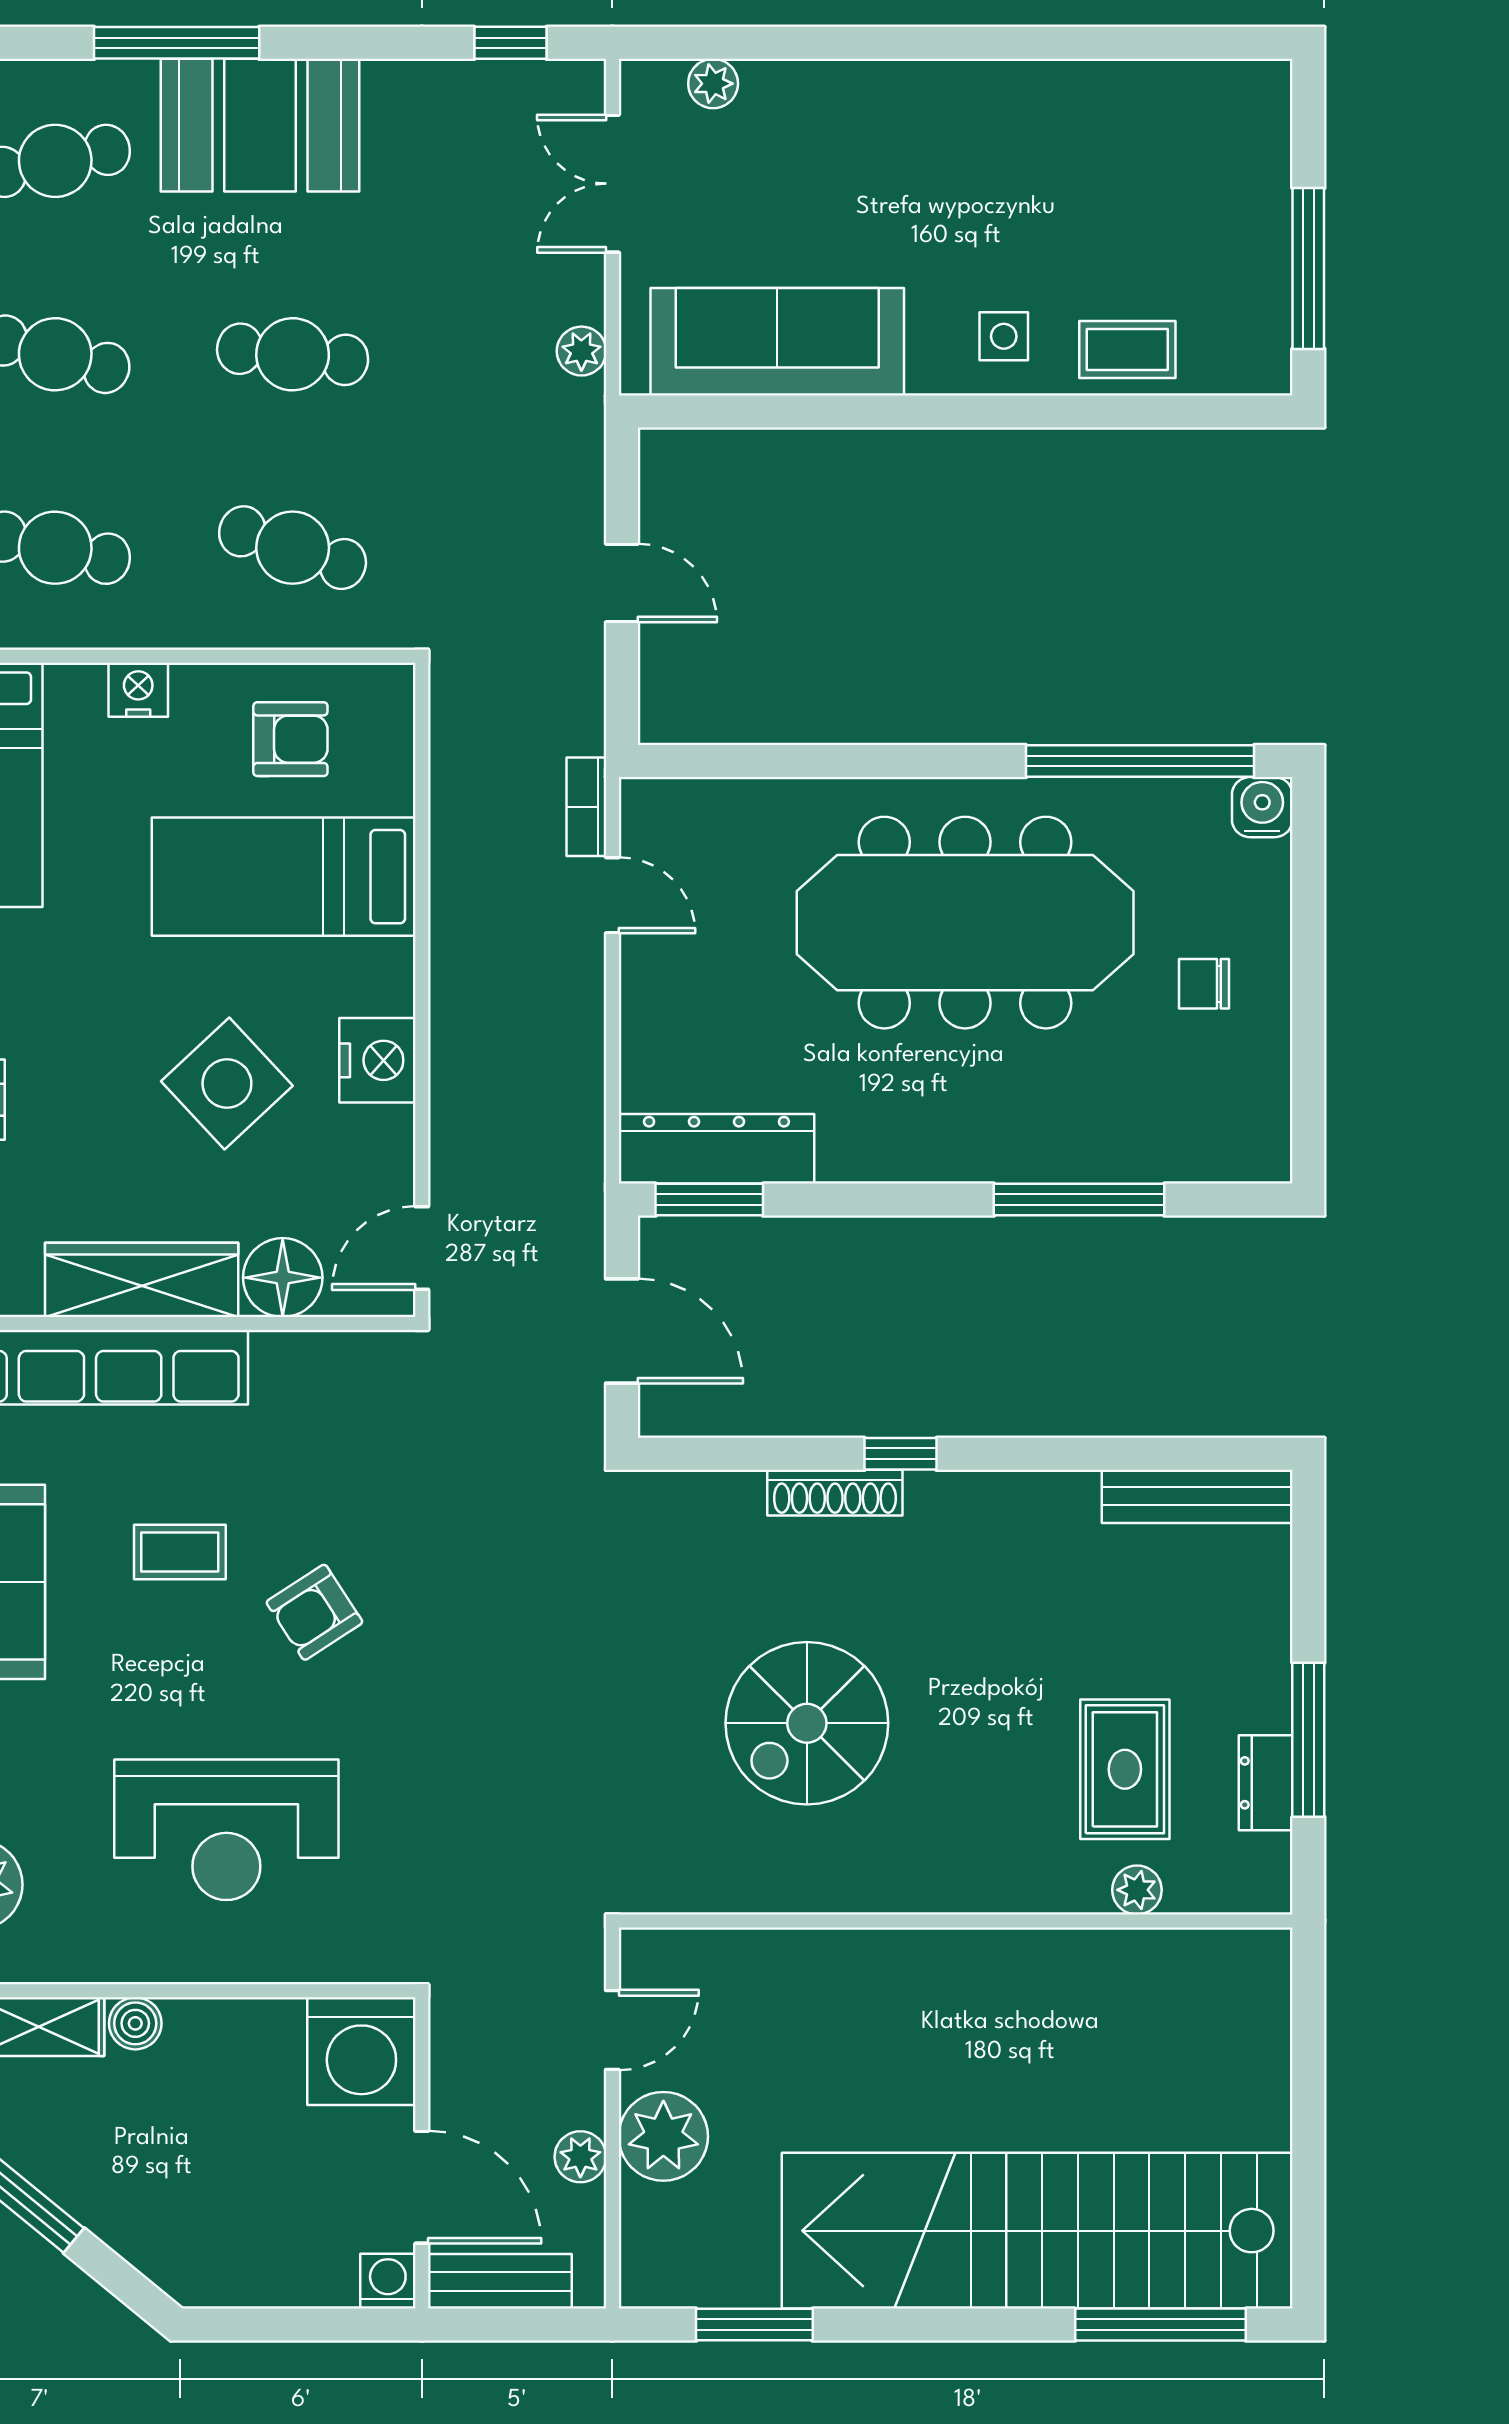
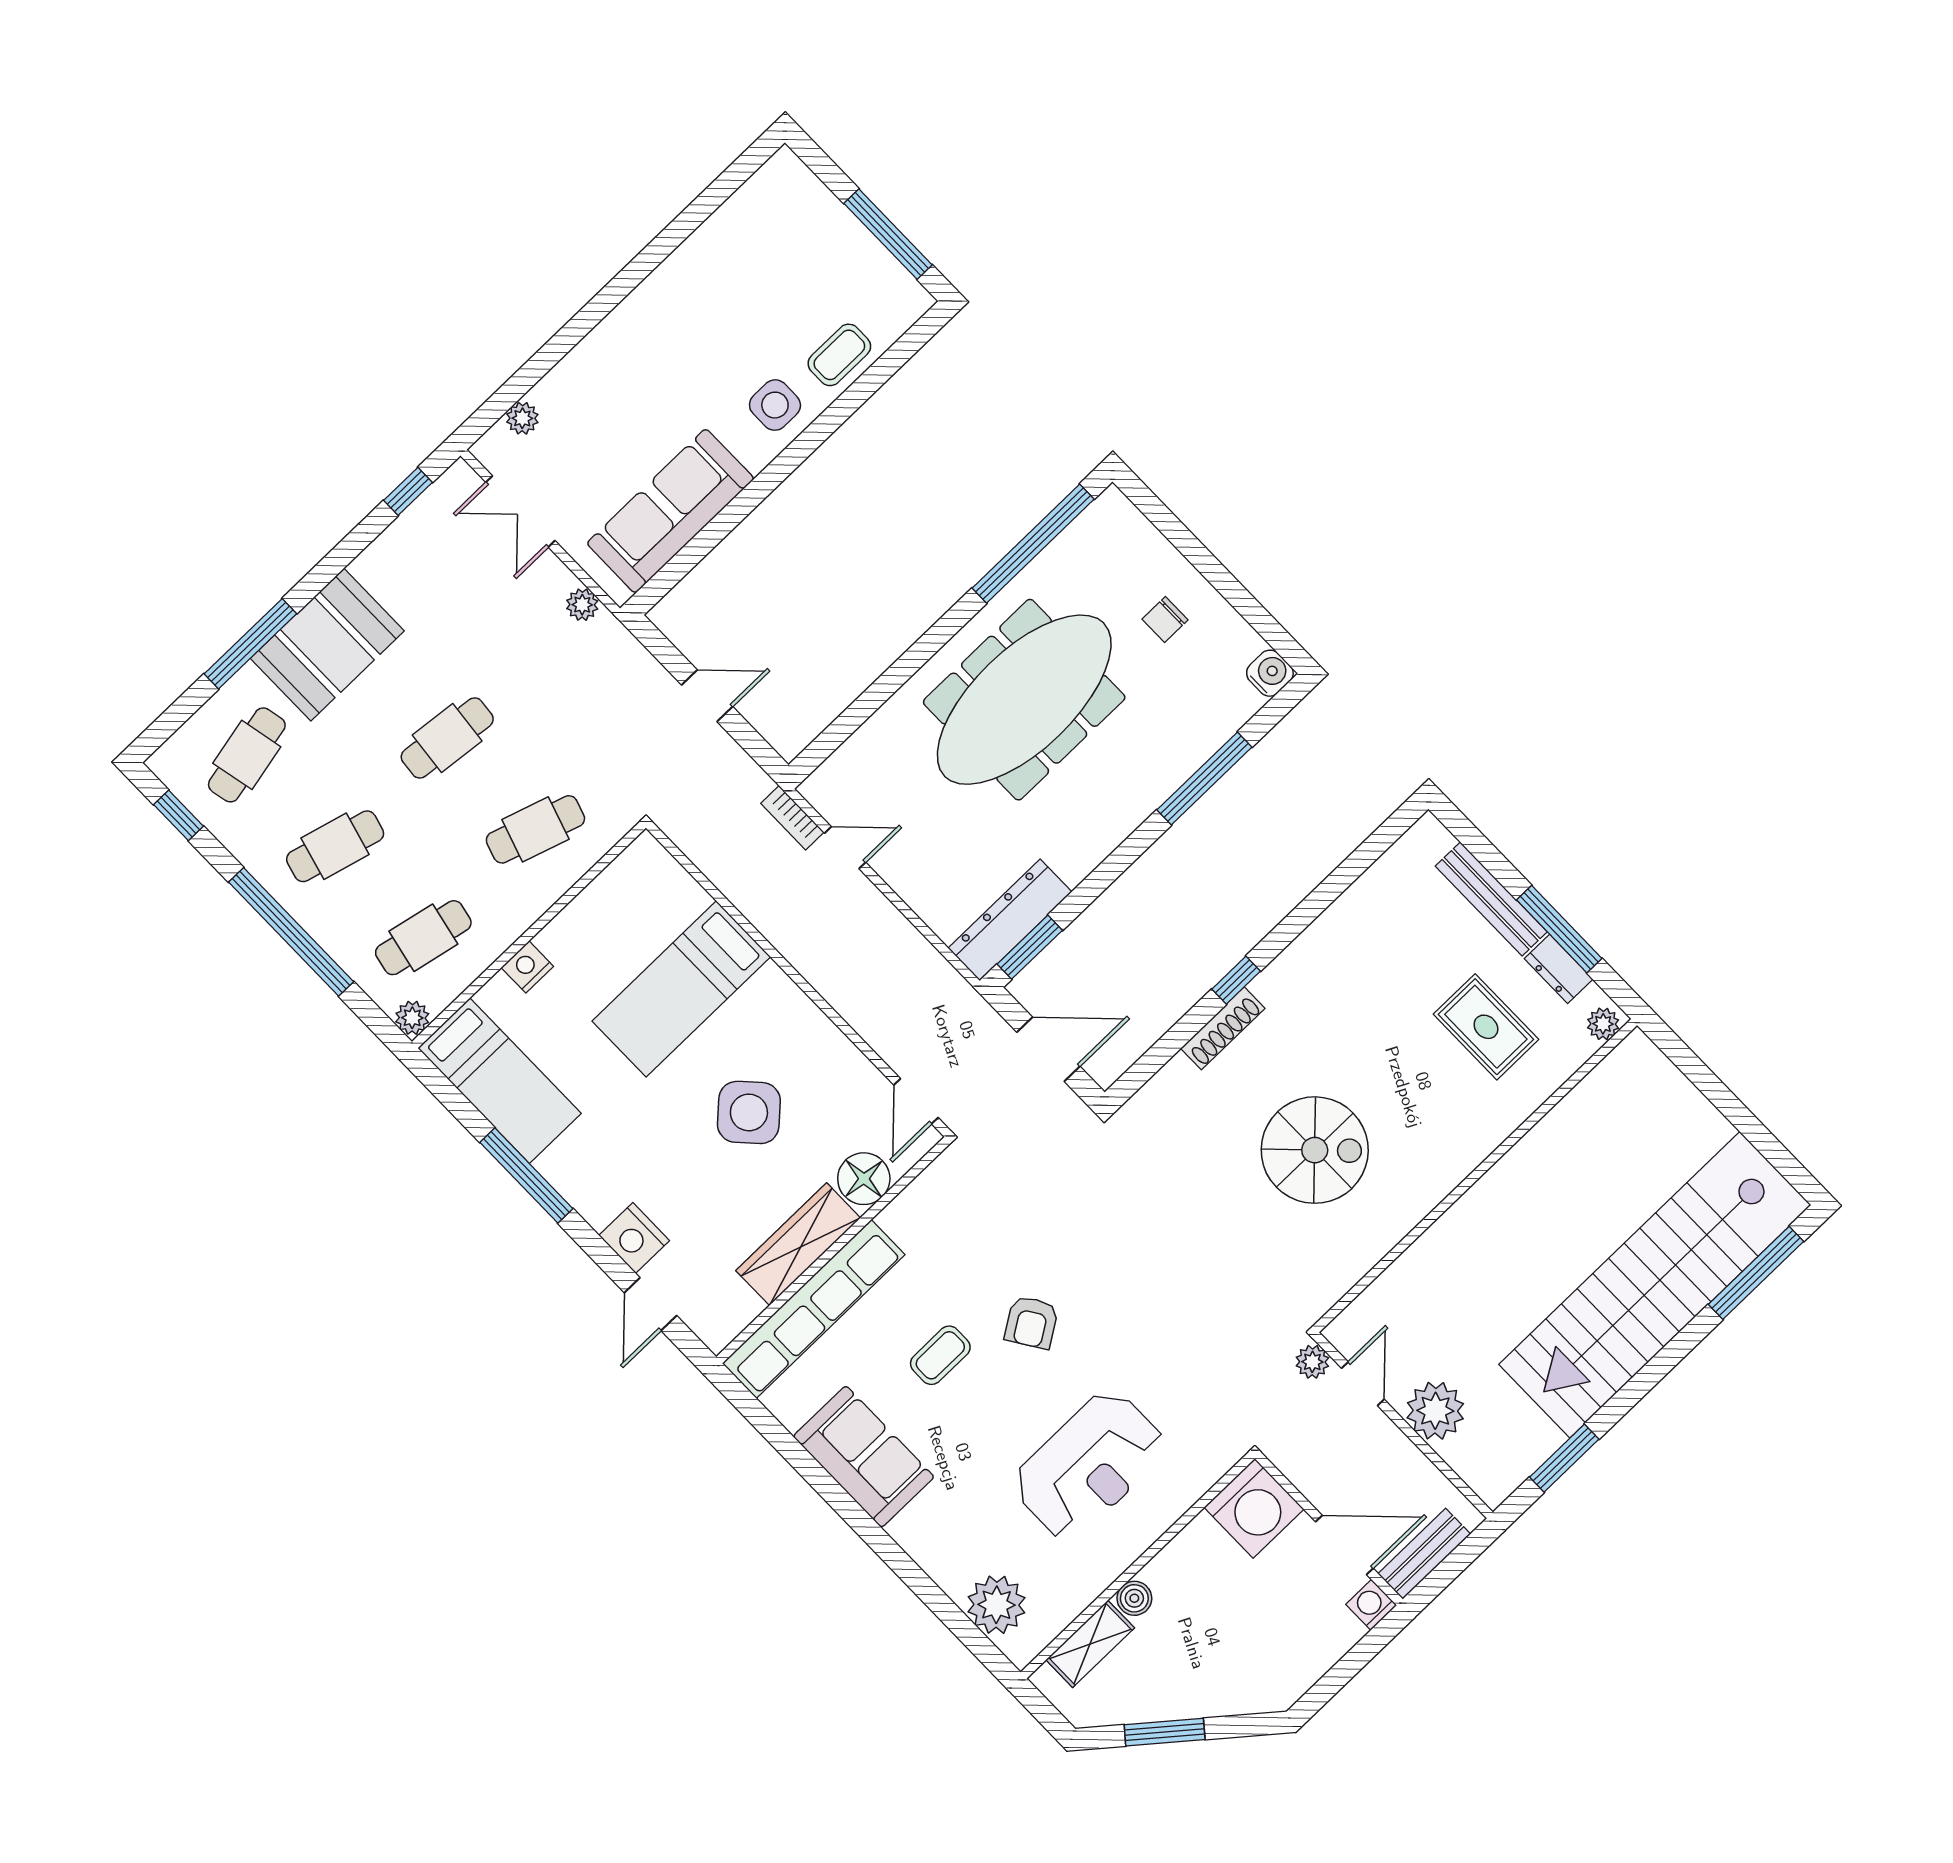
side table: (1004, 336) -> (775, 405), width x1.37, depth x1.37
armchair: (290, 739) -> (622, 921), removed
water cooler: (1262, 807) -> (1270, 673), moved, turned 90
nightstand: (377, 1060) -> (809, 1033), removed
bench: (1197, 1496) -> (1491, 899), moved, turned 90
spiral stairs: (807, 1723) -> (1315, 1150), turned -90
plant: (1137, 1890) -> (1603, 1024), moved
plant: (580, 2157) -> (1312, 1362), moved

